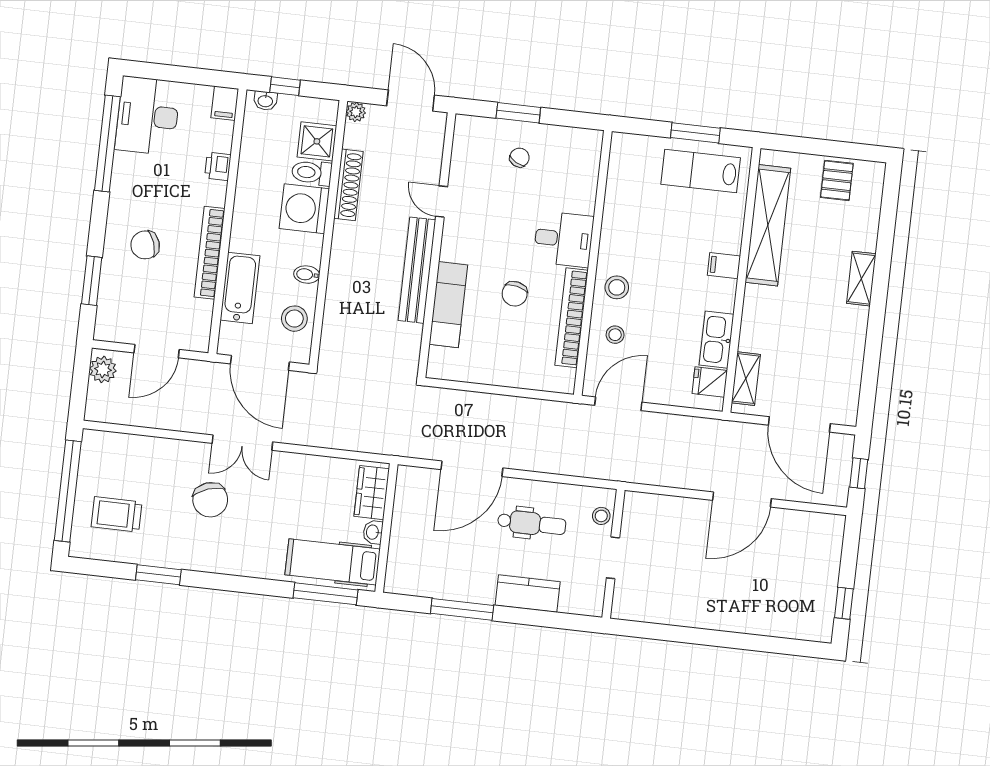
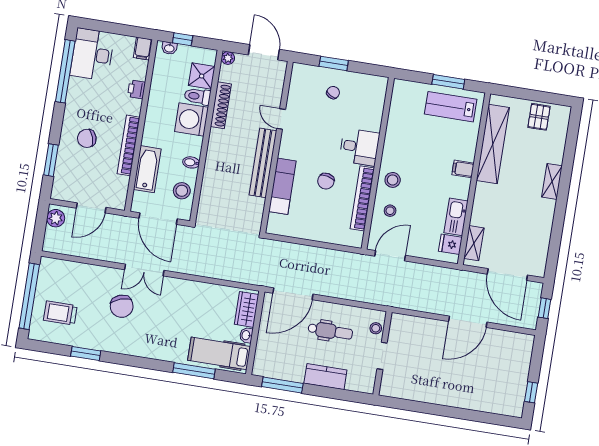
wardrobe: (372, 493) -> (247, 309), moved
wall: (387, 528) -> (255, 333), moved
washbasin: (373, 532) -> (246, 335), moved
hospital bed: (333, 562) -> (219, 353), moved

